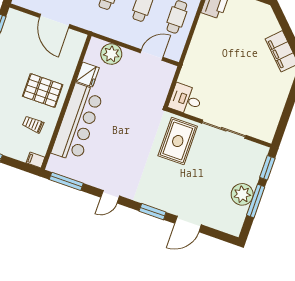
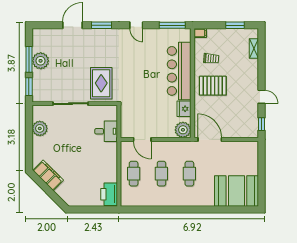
door: (55, 21) -> (210, 139), moved
plant: (111, 54) -> (183, 130), moved
door: (152, 55) -> (142, 139), hinge flipped
desk: (186, 99) -> (106, 131), moved
plant: (272, 112) -> (40, 128), added
door: (110, 197) -> (136, 25), swing flipped

